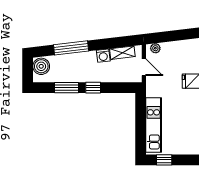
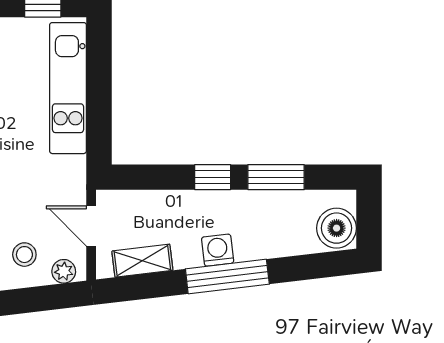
window: (71, 48) -> (227, 276), moved
stool: (172, 55) -> (24, 255), added
washing machine: (103, 56) -> (218, 250), moved

